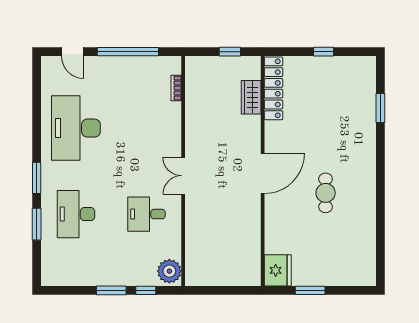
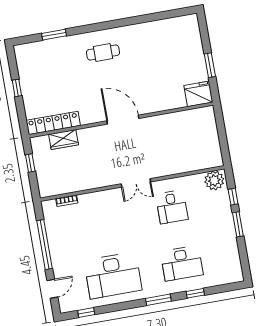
window: (37, 88) -> (86, 312), added
cafe table: (326, 193) -> (103, 52), moved
window: (37, 224) -> (195, 293), width x0.67

